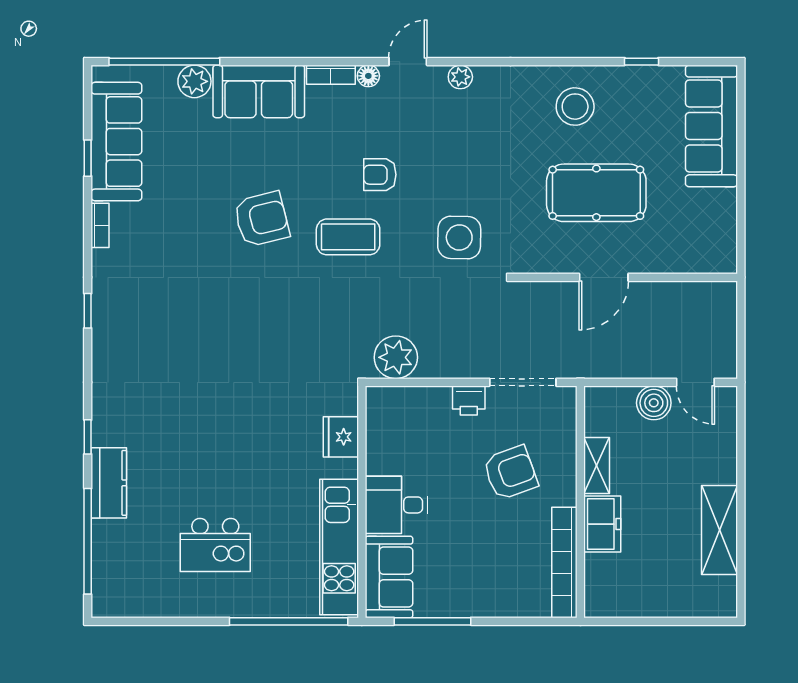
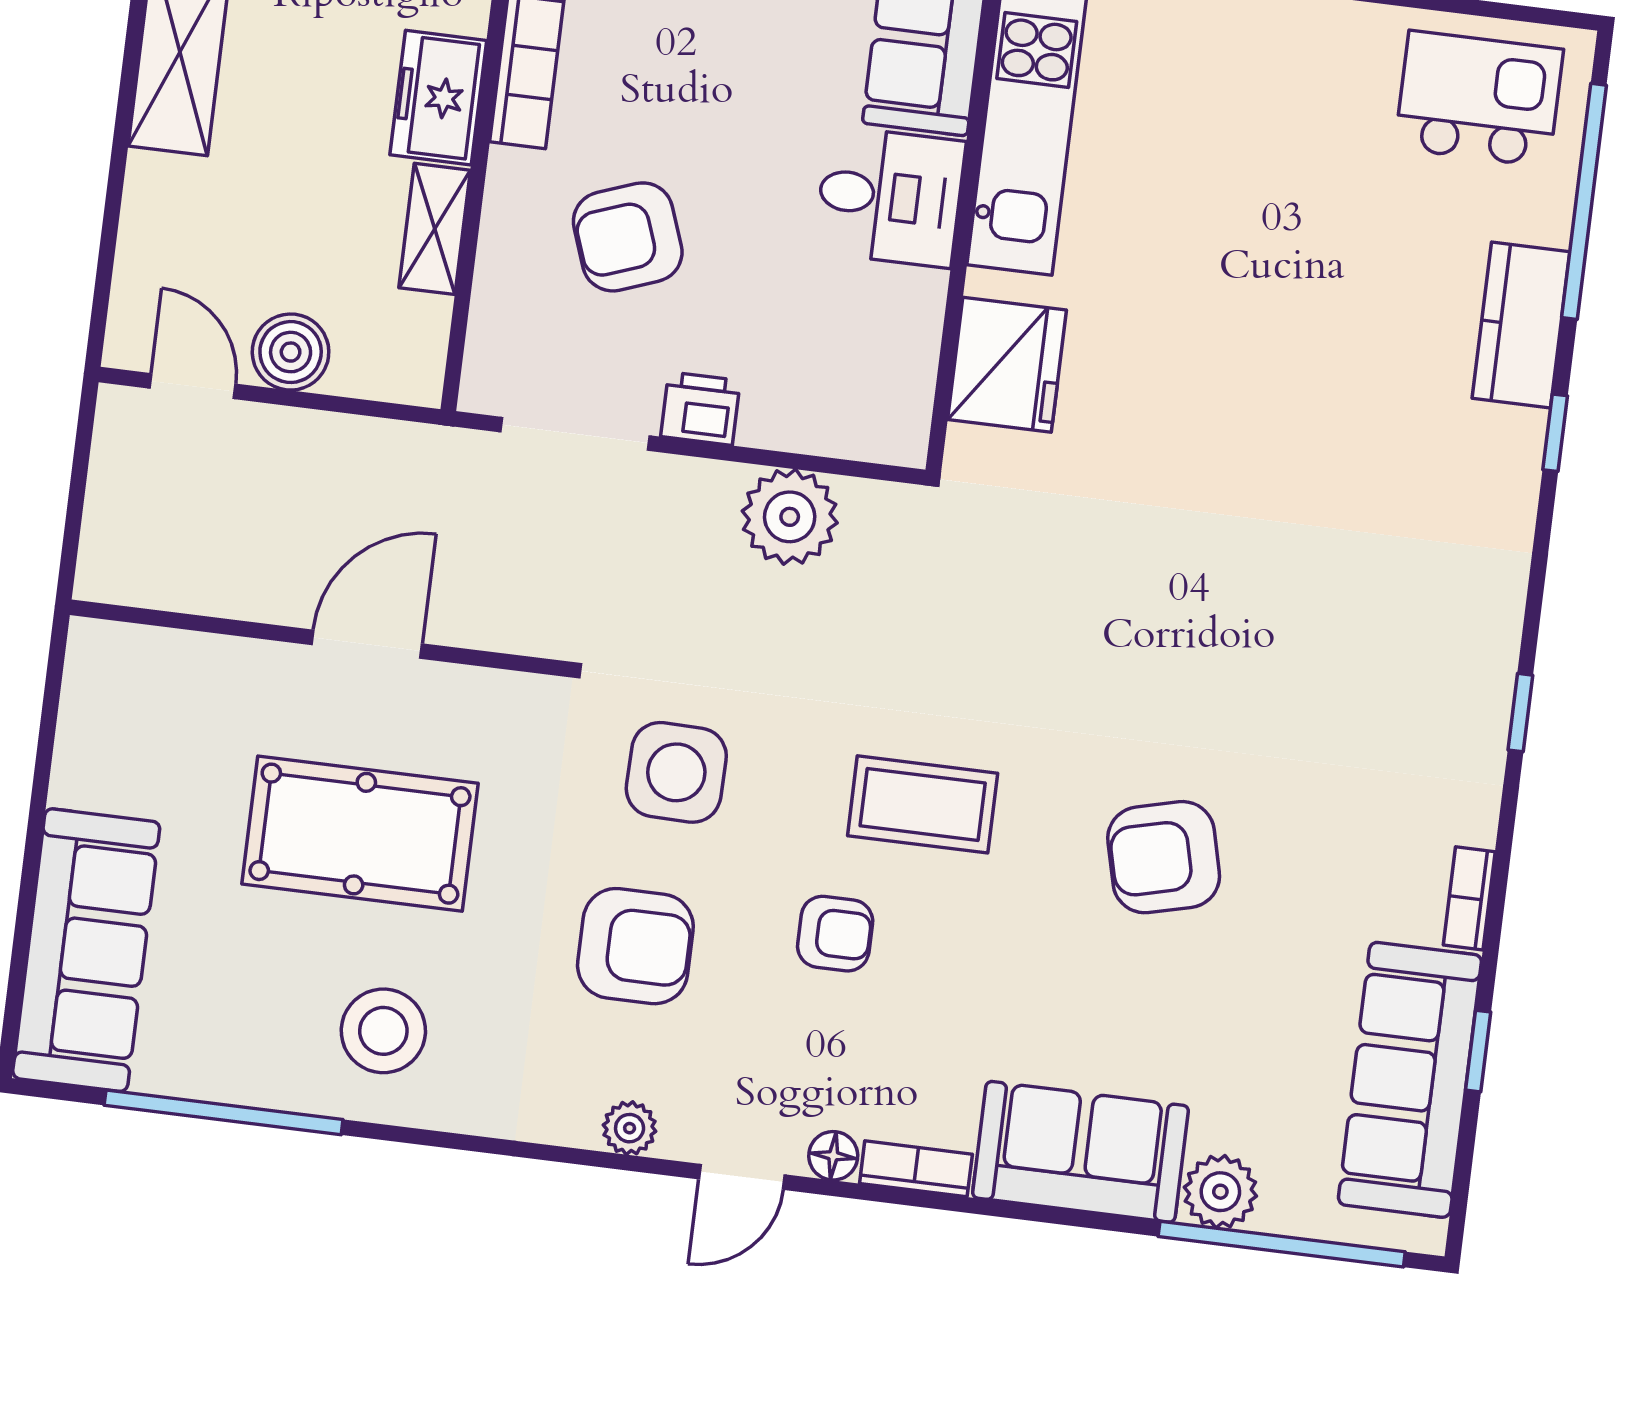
window: (641, 62) -> (224, 1112), width x3.17
armchair: (468, 158) -> (635, 946), added
armchair: (262, 219) -> (1164, 857), moved
plant: (396, 357) -> (790, 517), moved
fridge: (341, 437) -> (1007, 365), width x1.36, depth x1.34
kitchen island: (215, 545) -> (1479, 99), moved

